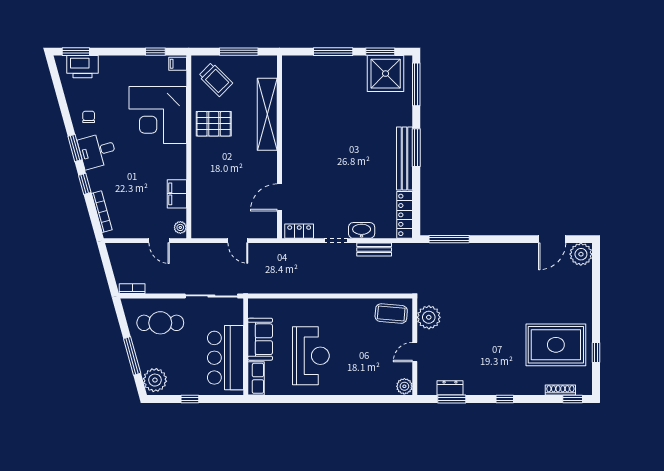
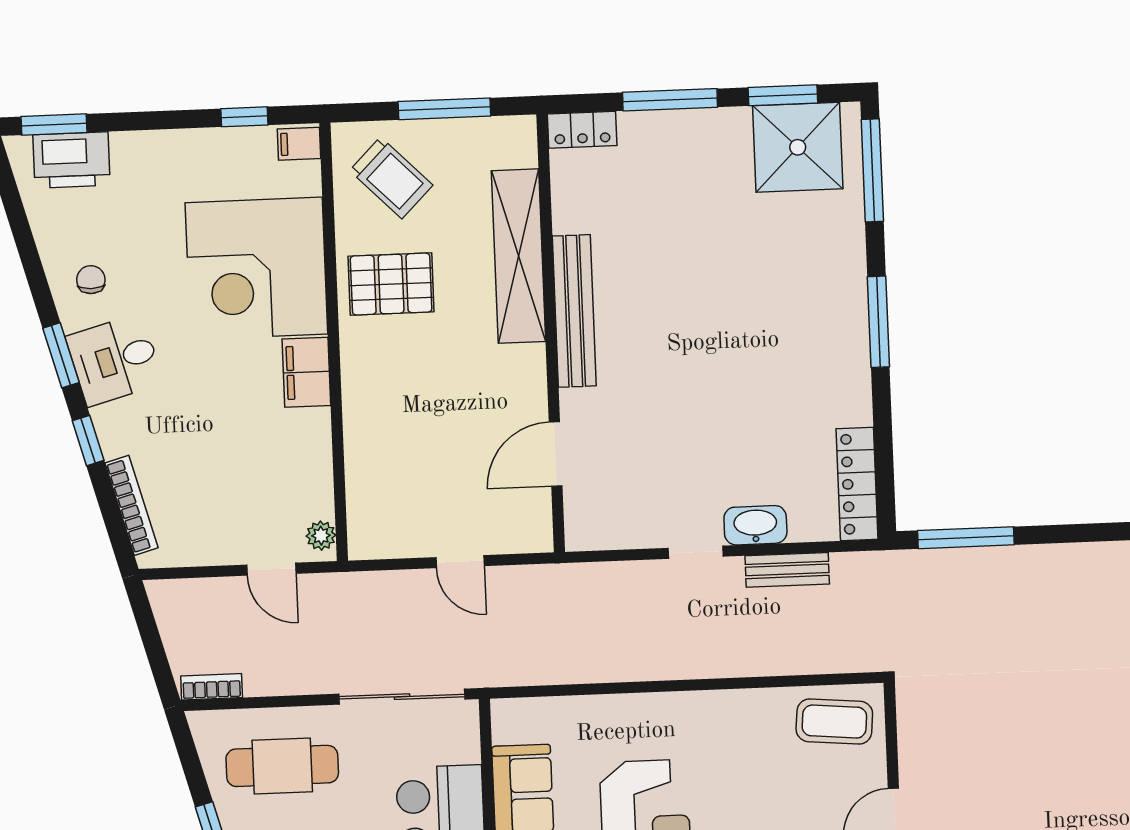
bench: (405, 159) -> (574, 311), moved
filing cabinet: (177, 194) -> (306, 372), moved
locker: (299, 231) -> (582, 130), moved, turned 180
plant: (429, 317) -> (925, 727), removed

